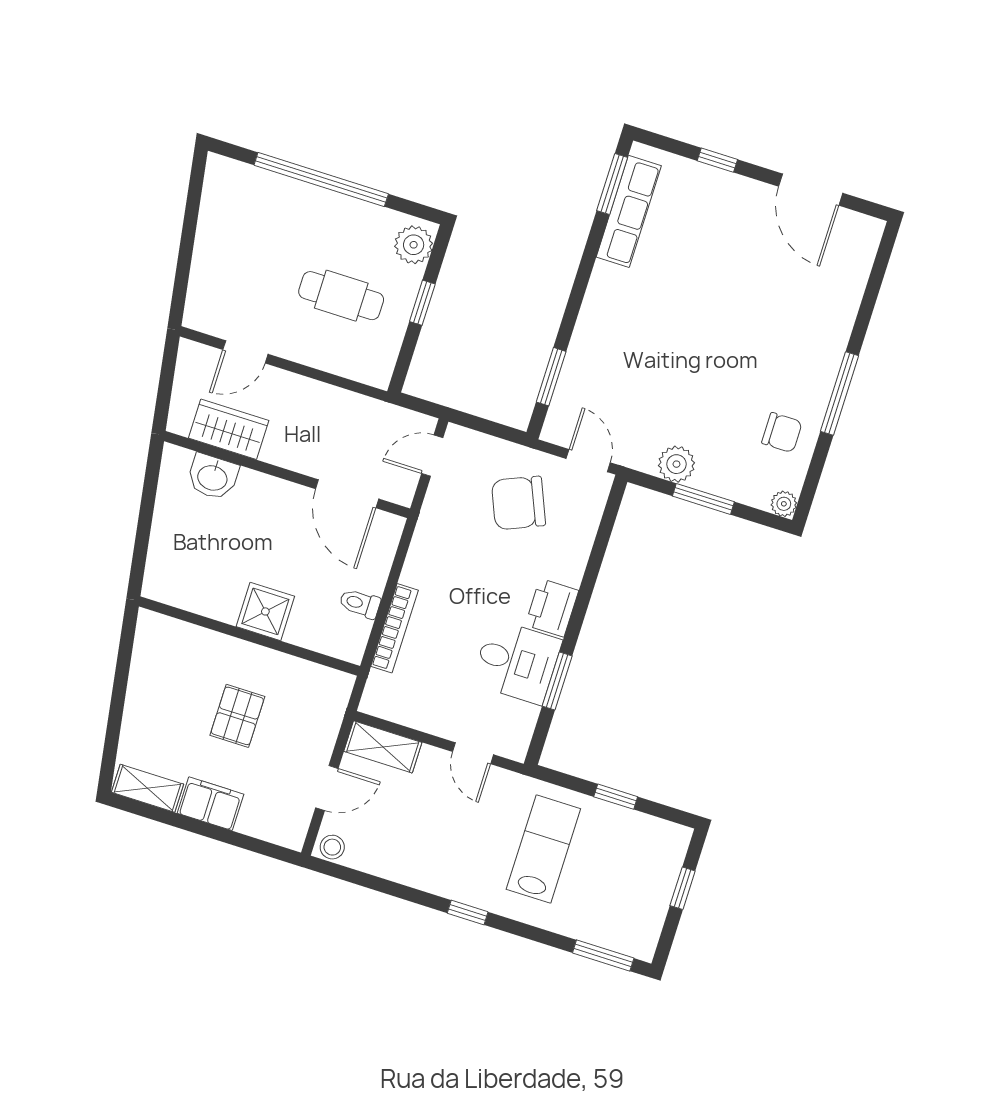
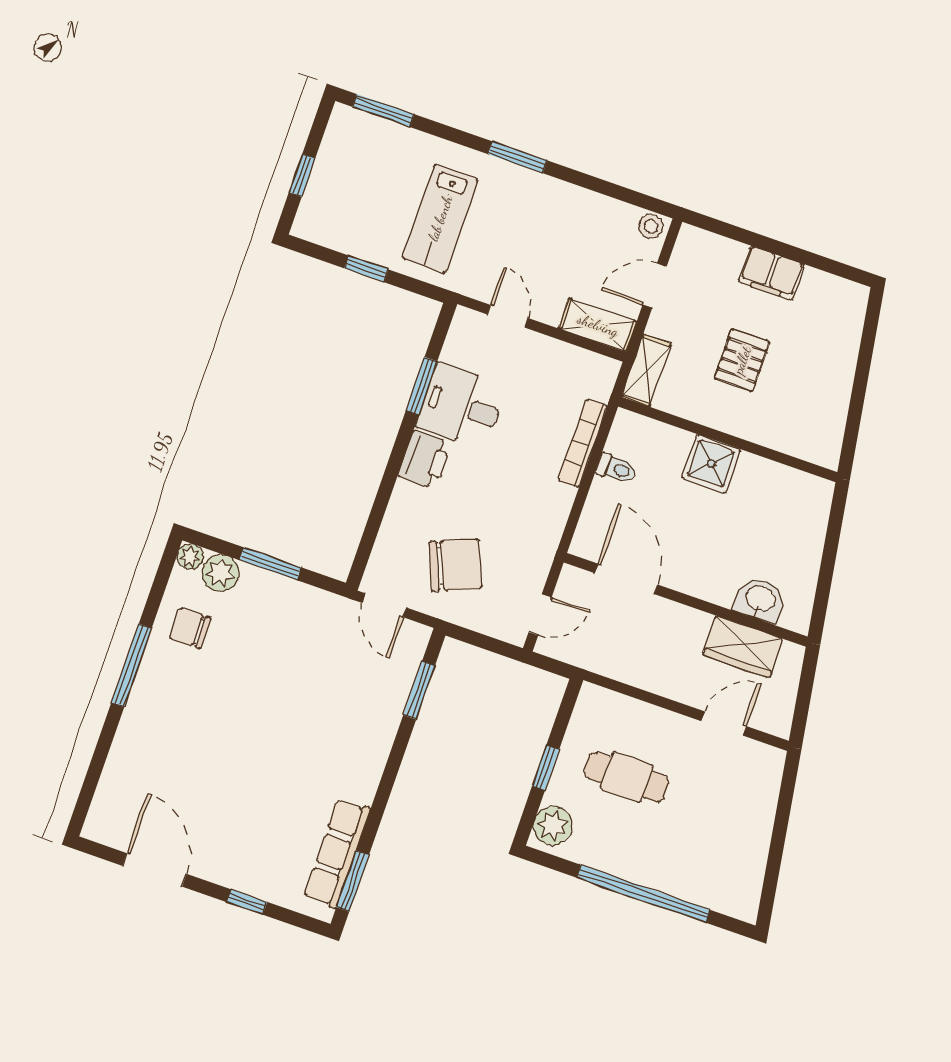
plant: (676, 464) -> (220, 573), moved
shelving: (148, 788) -> (646, 370), moved, turned 90
window: (468, 912) -> (517, 157), width x1.50

